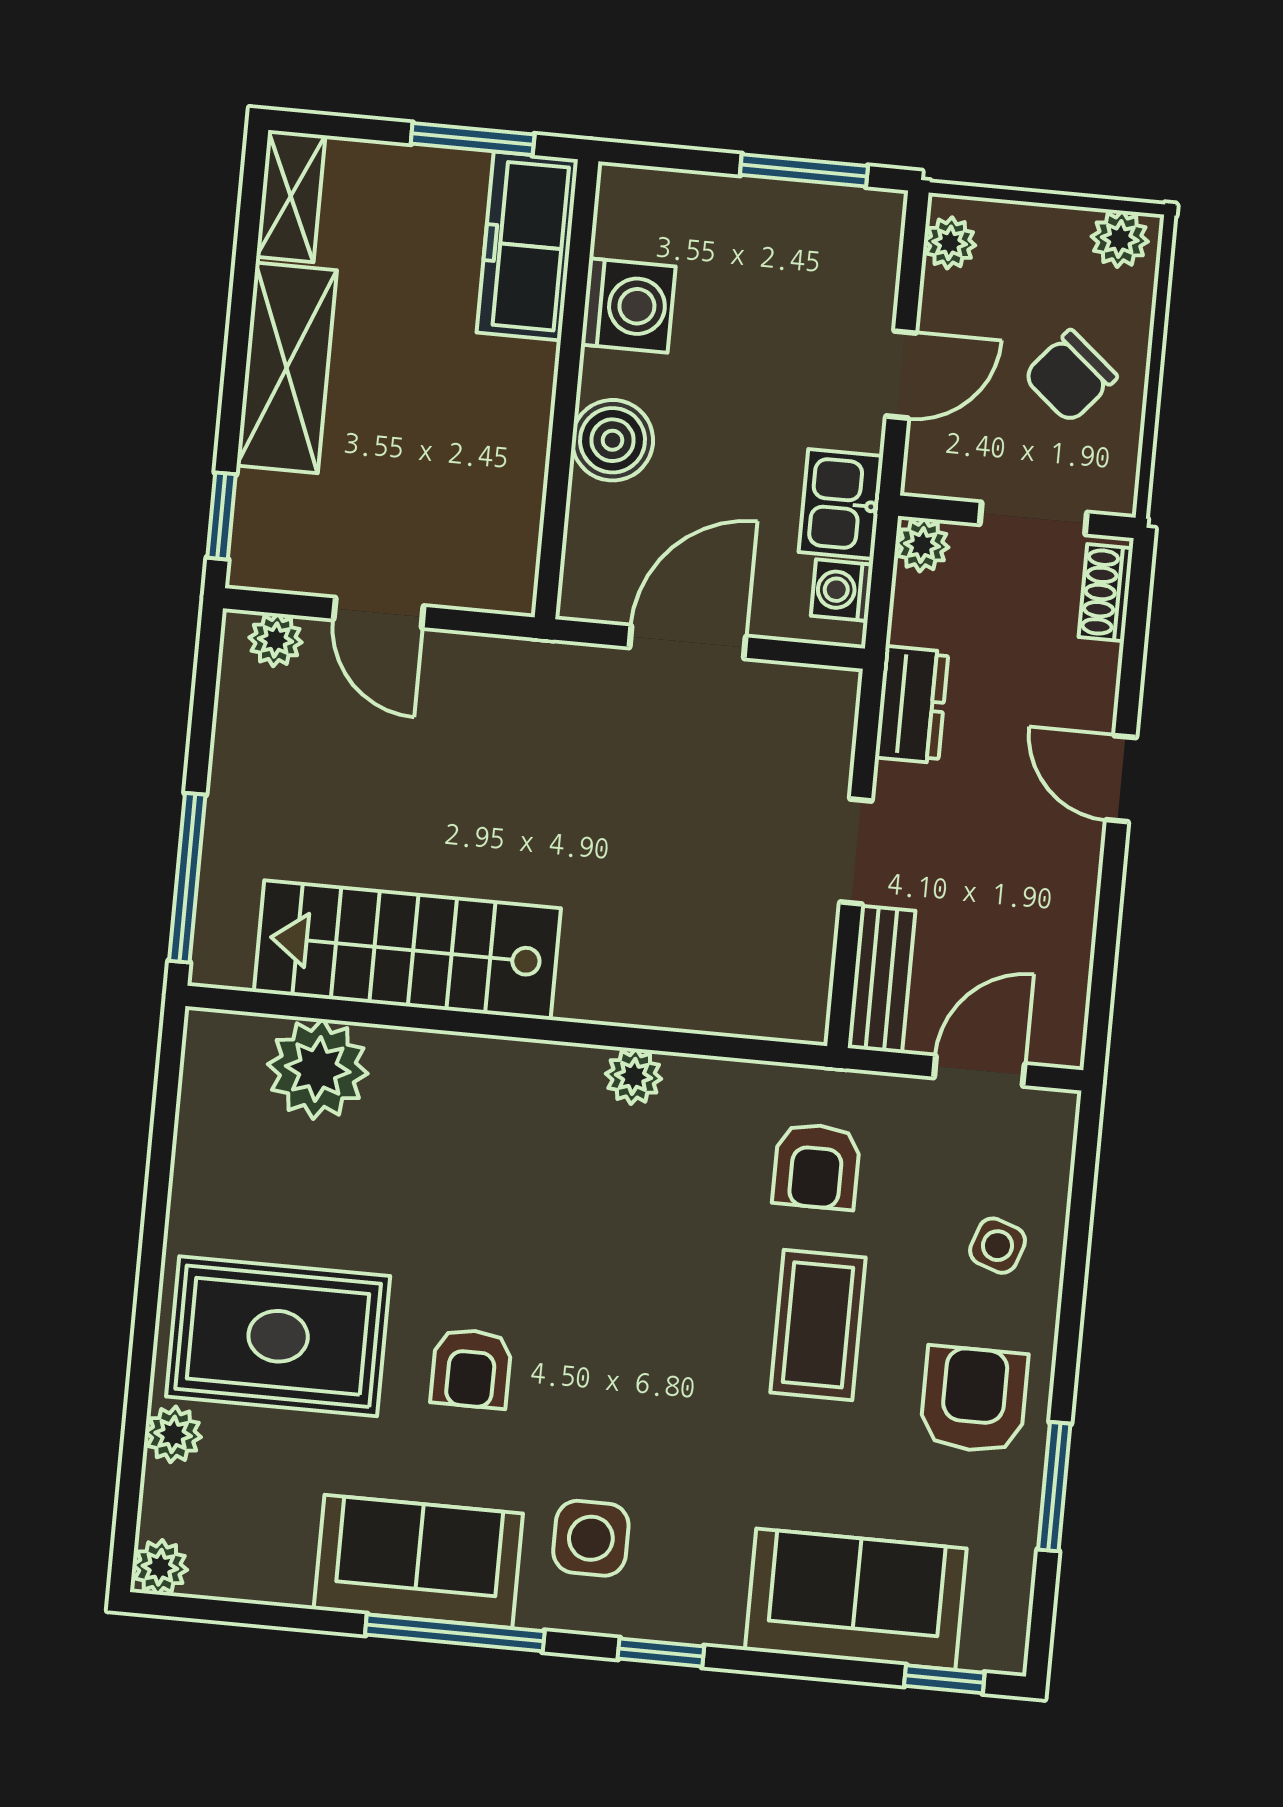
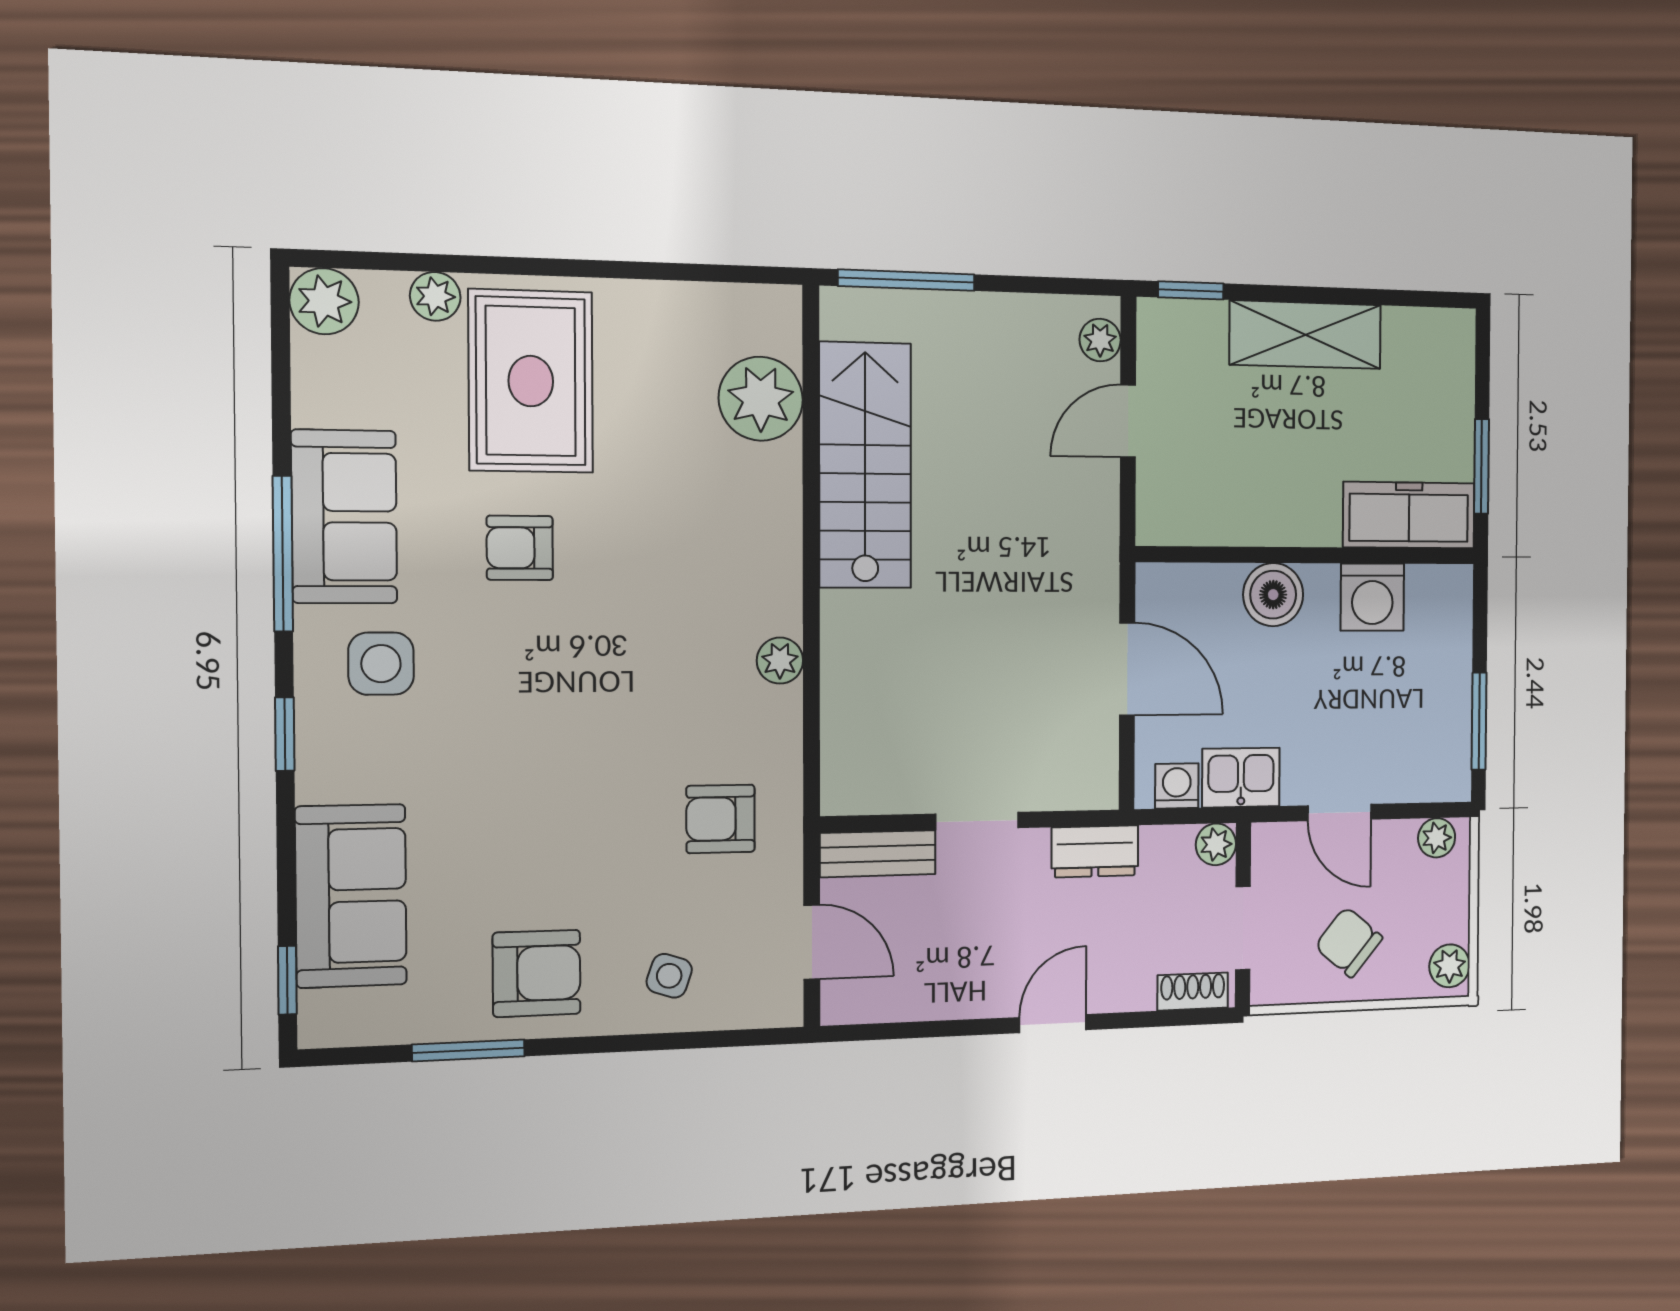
shelving: (291, 196) -> (1430, 329), removed
coffee table: (818, 1325) -> (587, 836), removed
plant: (160, 1567) -> (324, 301), width x1.38, depth x1.38

